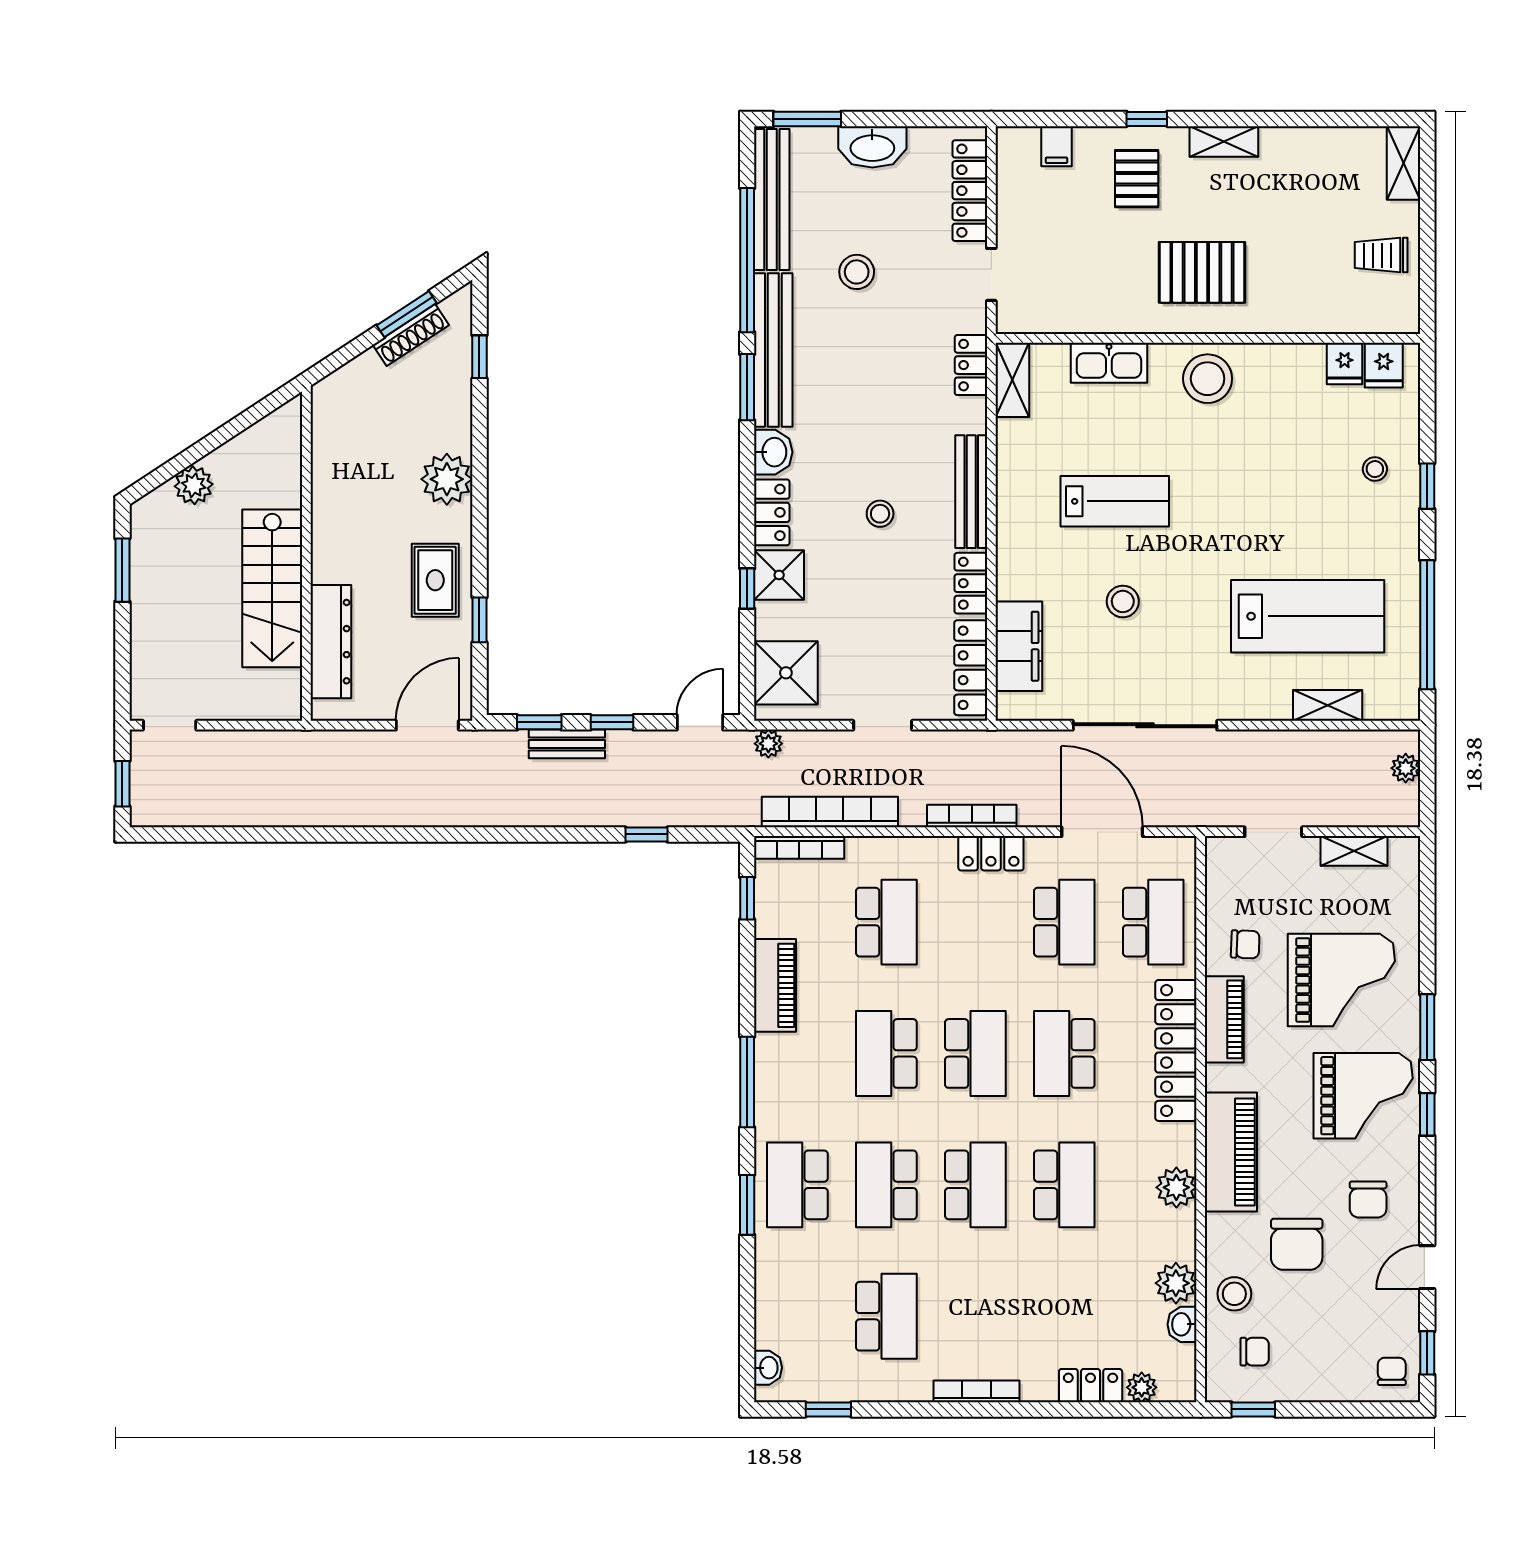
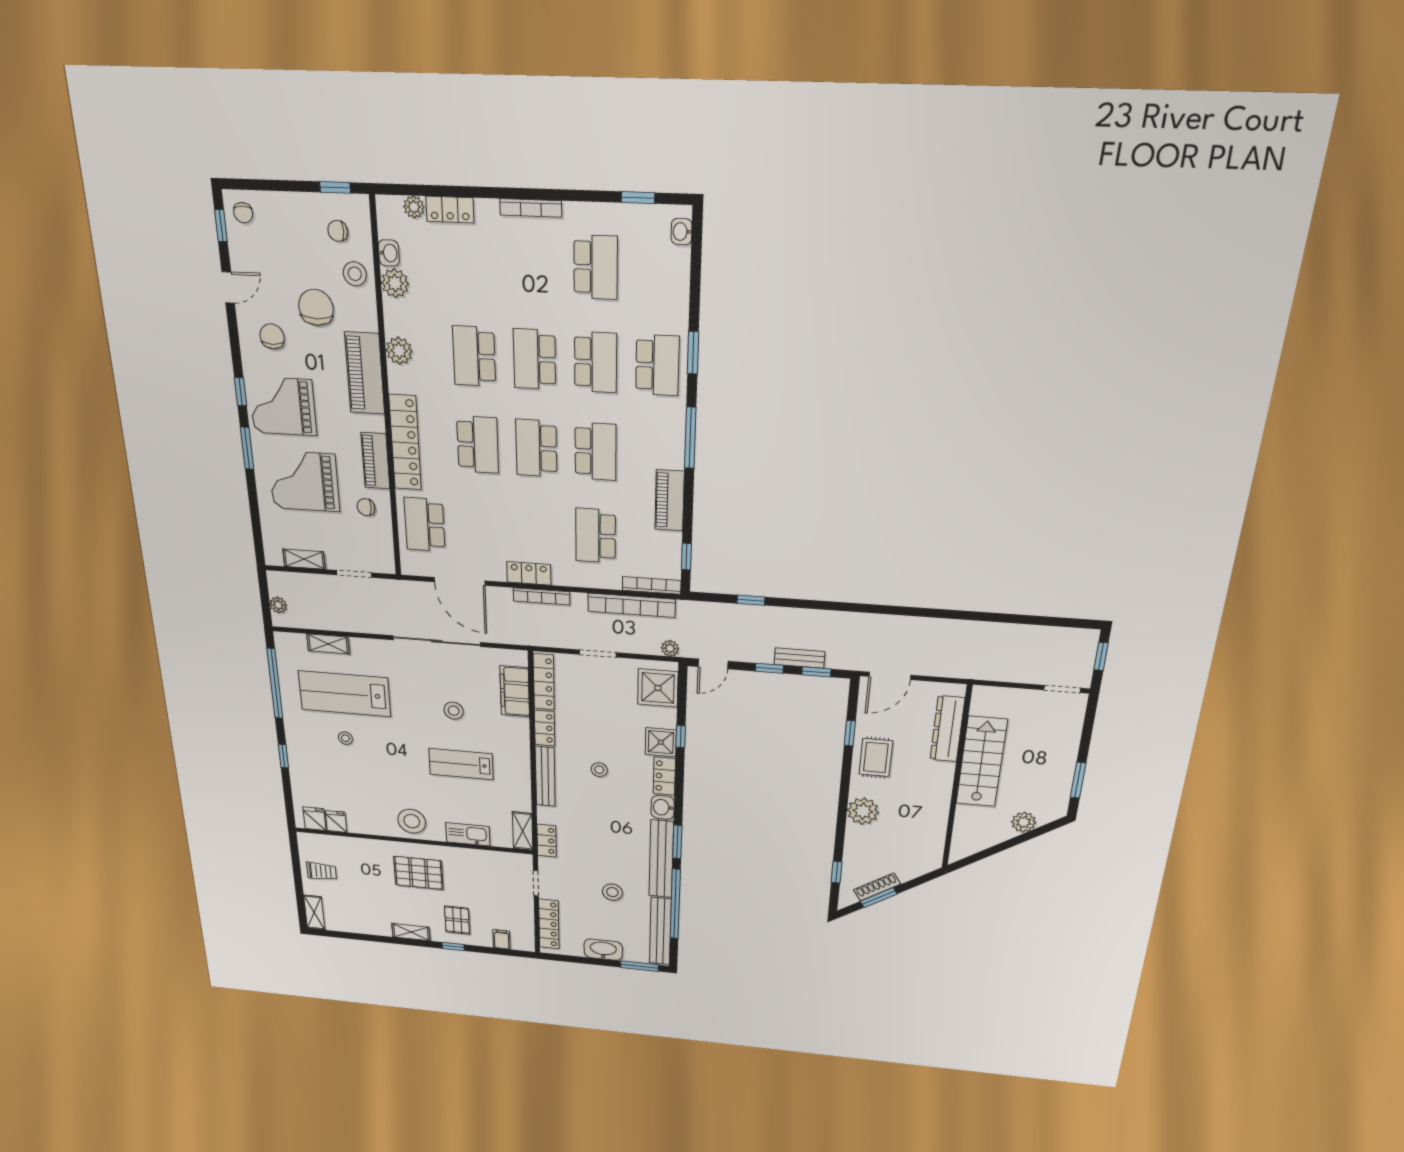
stool: (1375, 469) -> (345, 738), moved
school desk: (1064, 922) -> (481, 528), removed
school desk: (886, 1316) -> (596, 267), turned 180

